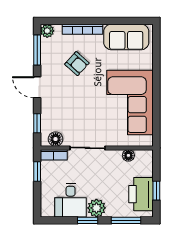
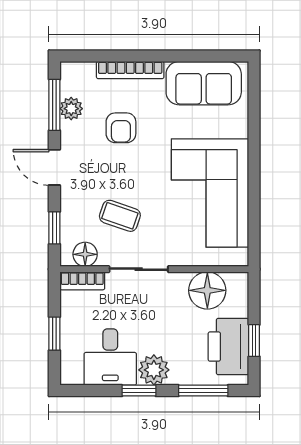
plant: (47, 31) -> (71, 109), moved
armchair: (77, 64) -> (121, 128), turned 48
coffee table: (76, 116) -> (120, 216), added
floor lamp: (128, 155) -> (207, 290), width x1.89, depth x1.89
window: (37, 172) -> (54, 334), moved

